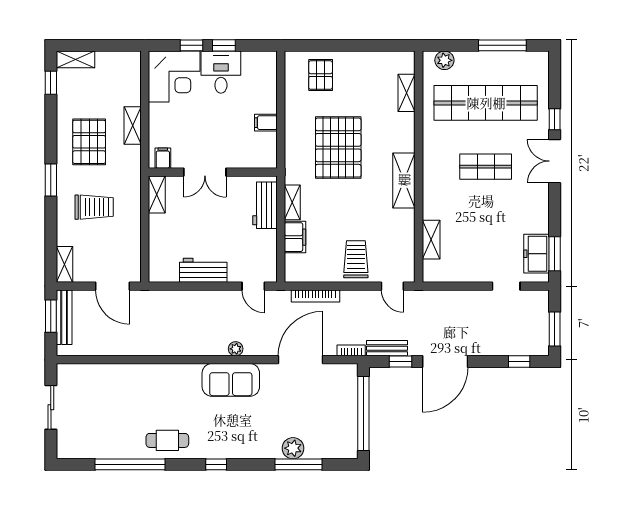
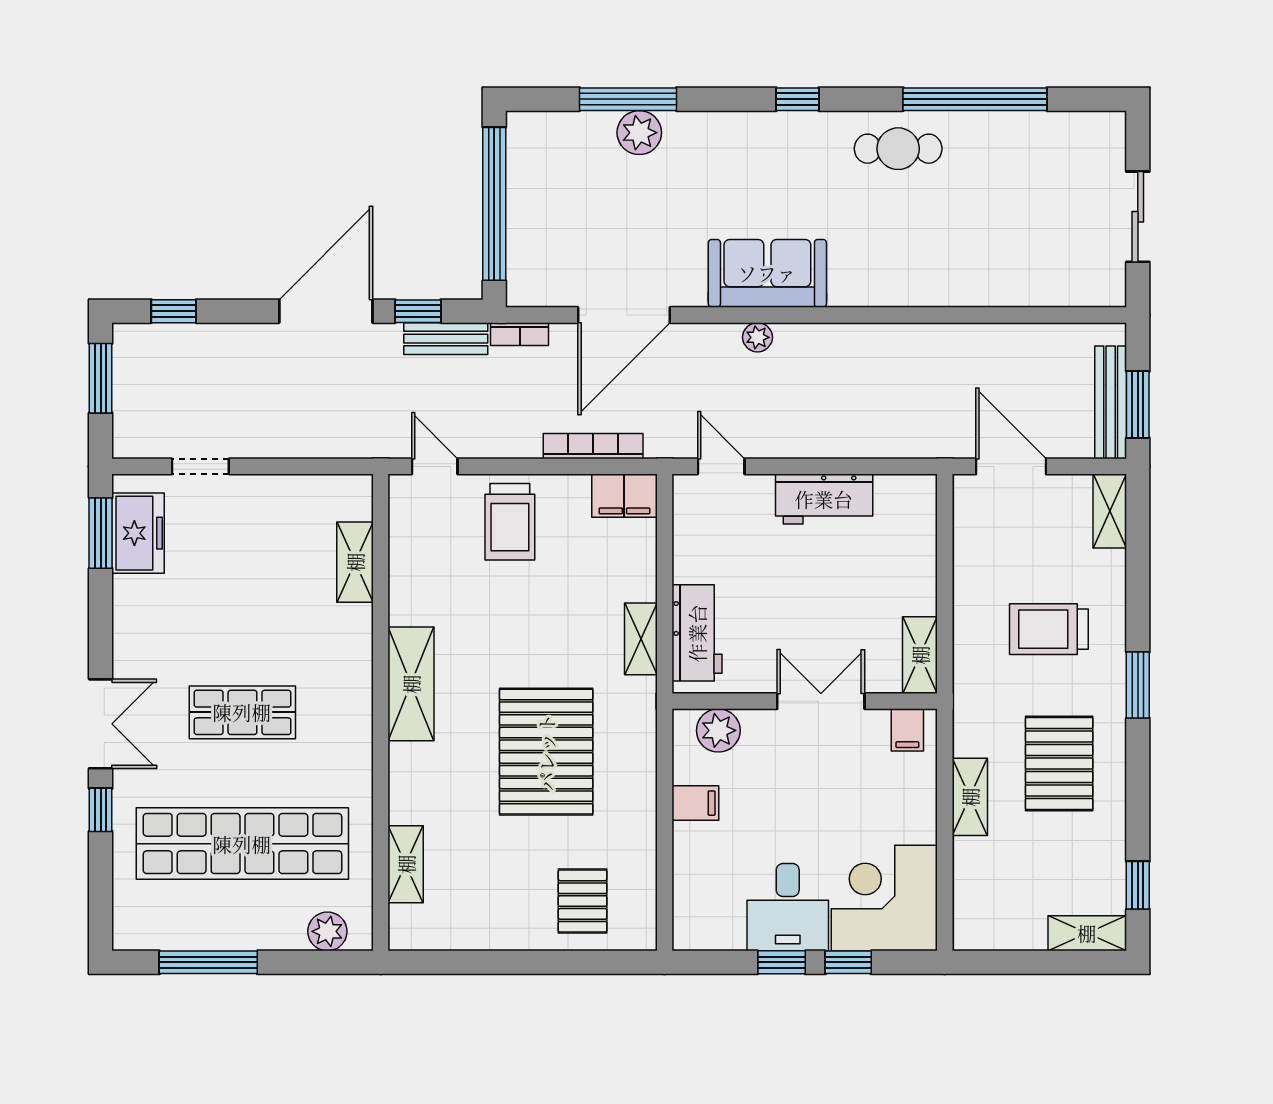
plant: (255, 158) -> (718, 730), added
filing cabinet: (295, 237) -> (624, 496), moved, turned -90

